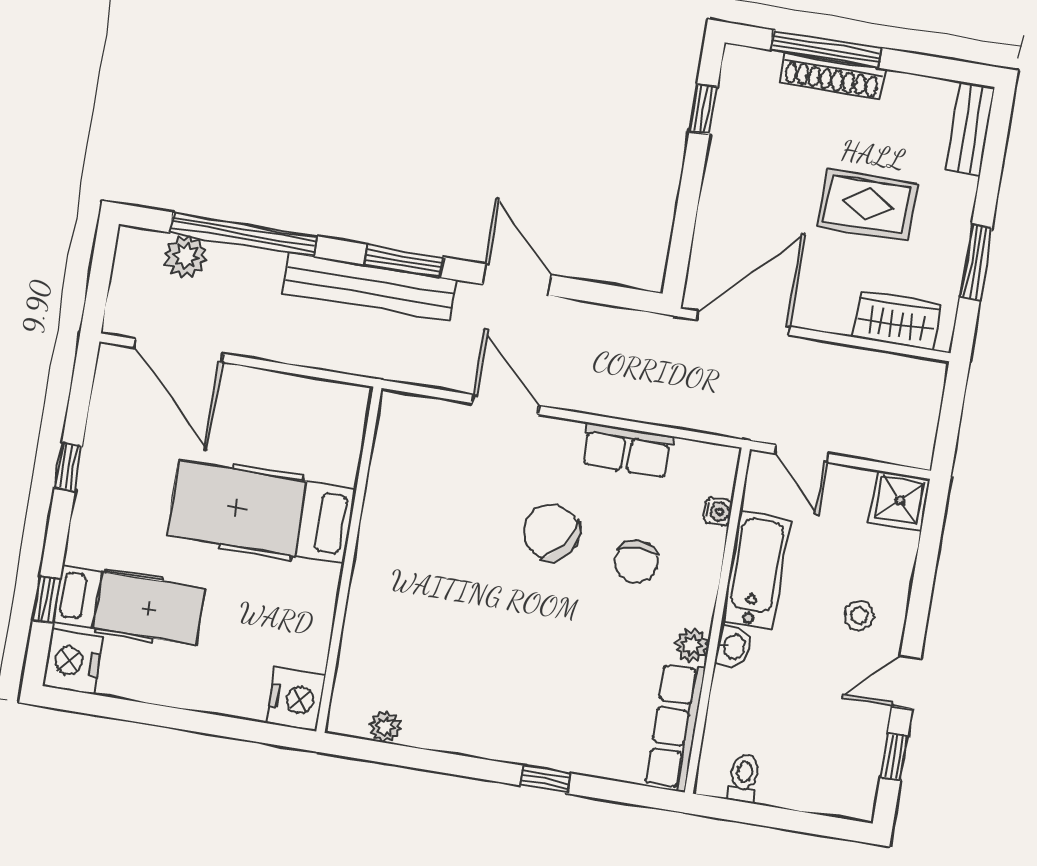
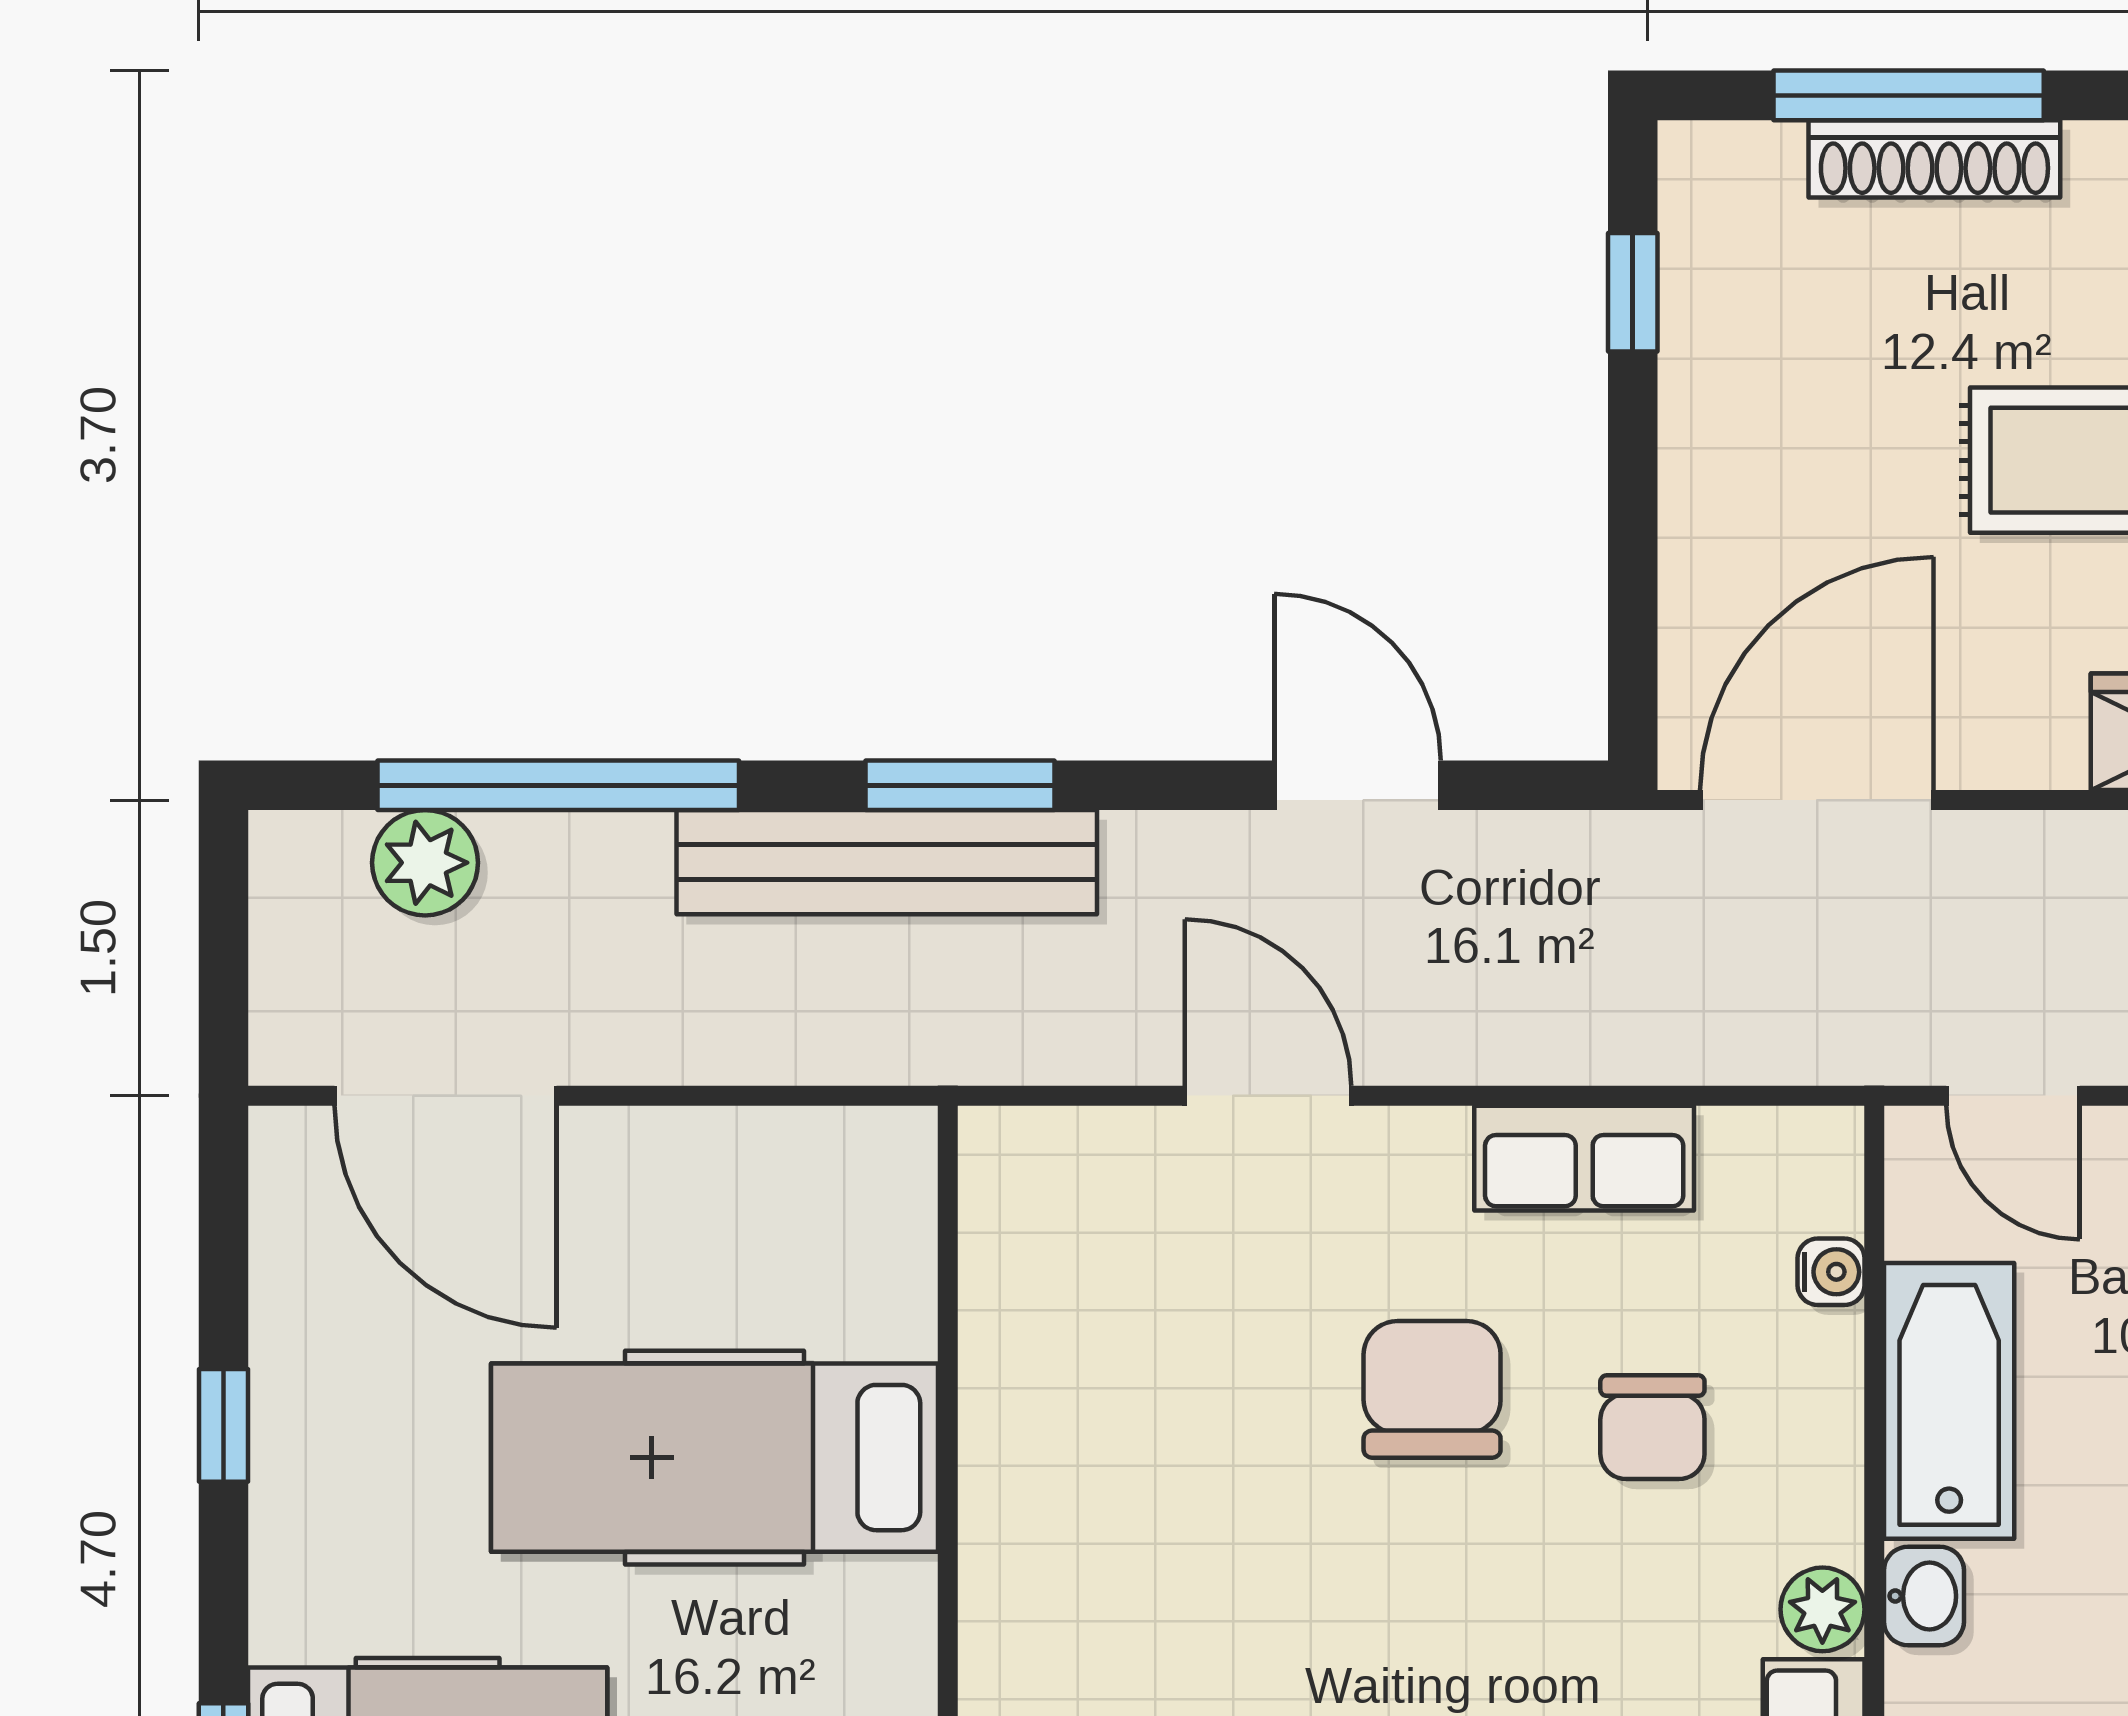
door: (517, 280) -> (1358, 785), moved
chair: (551, 532) -> (1432, 1389), turned 55

